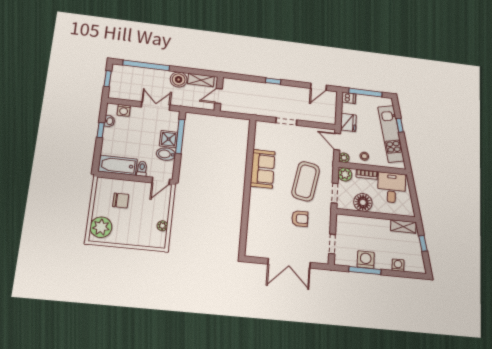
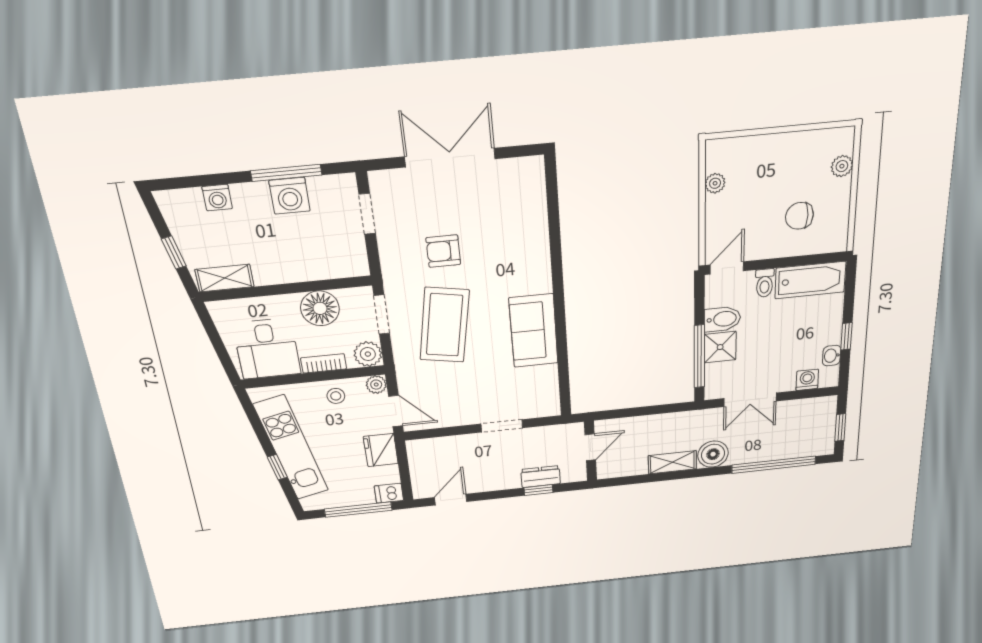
dresser: (271, 89) -> (541, 477), added
wall: (219, 94) -> (590, 451), moved
door: (219, 96) -> (590, 447), moved
plant: (101, 227) -> (842, 166), width x0.53, depth x0.53

